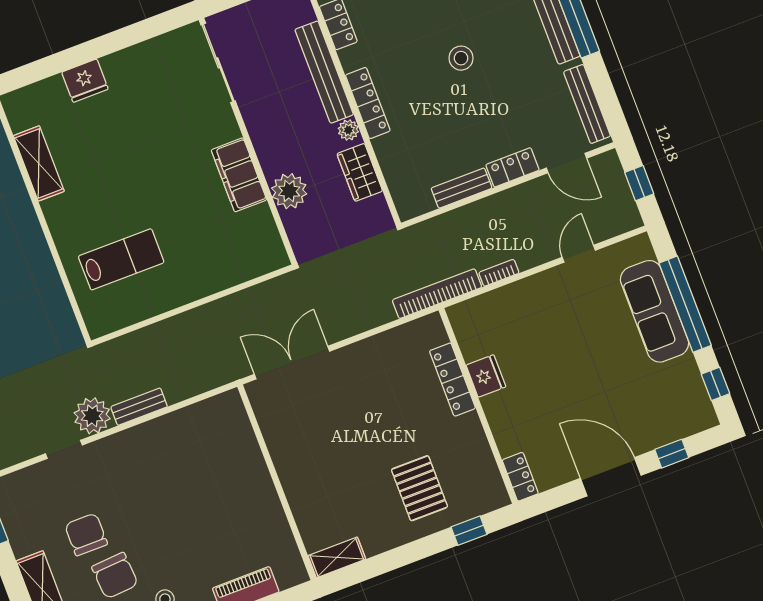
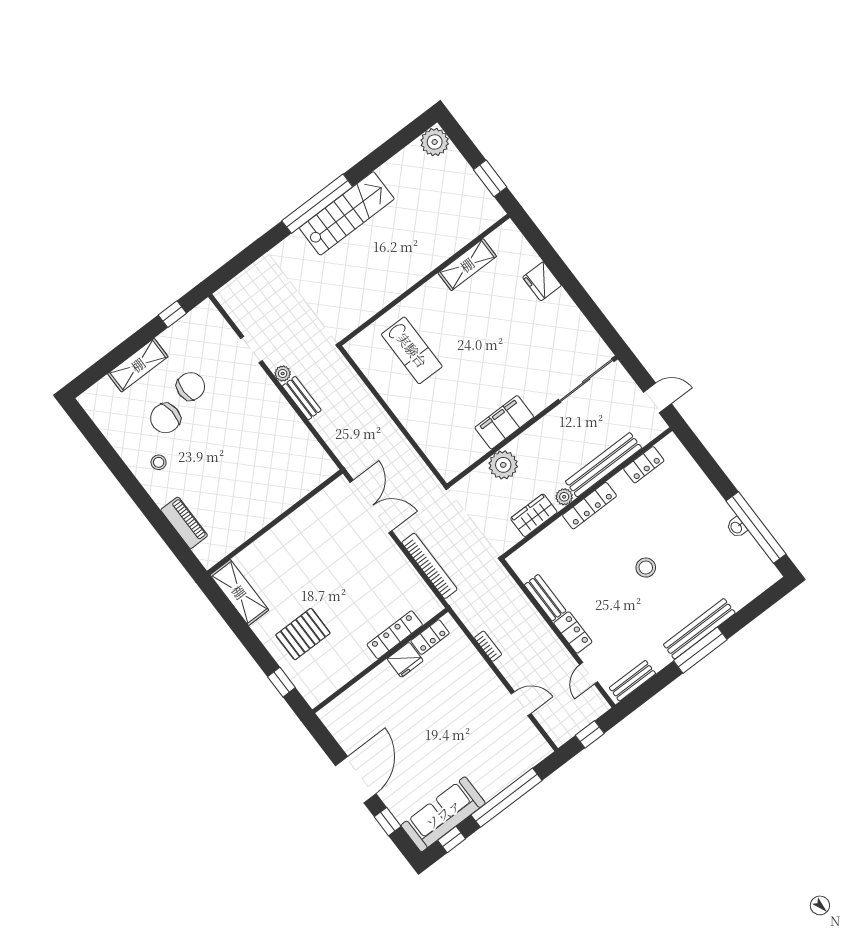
bench: (587, 104) -> (632, 681), width x0.73
door: (566, 163) -> (589, 673), width x0.73
bookcase: (437, 294) -> (429, 566), moved
sofa: (654, 311) -> (443, 814), moved
plant: (92, 416) -> (283, 374), width x0.53, depth x0.53
locker: (520, 477) -> (430, 637), moved
shelving: (337, 557) -> (239, 592), width x1.50, depth x1.33

